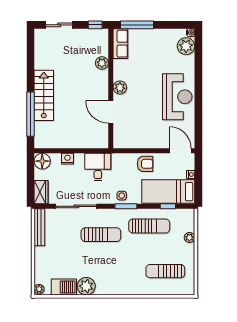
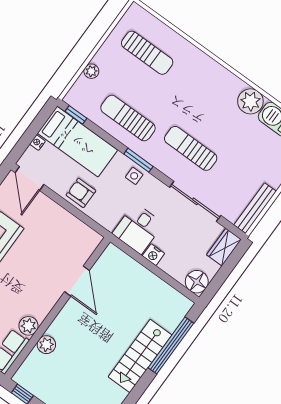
plant: (120, 87) -> (28, 326), moved
nightstand: (67, 159) -> (153, 255), moved
window: (168, 206) -> (76, 115), moved

